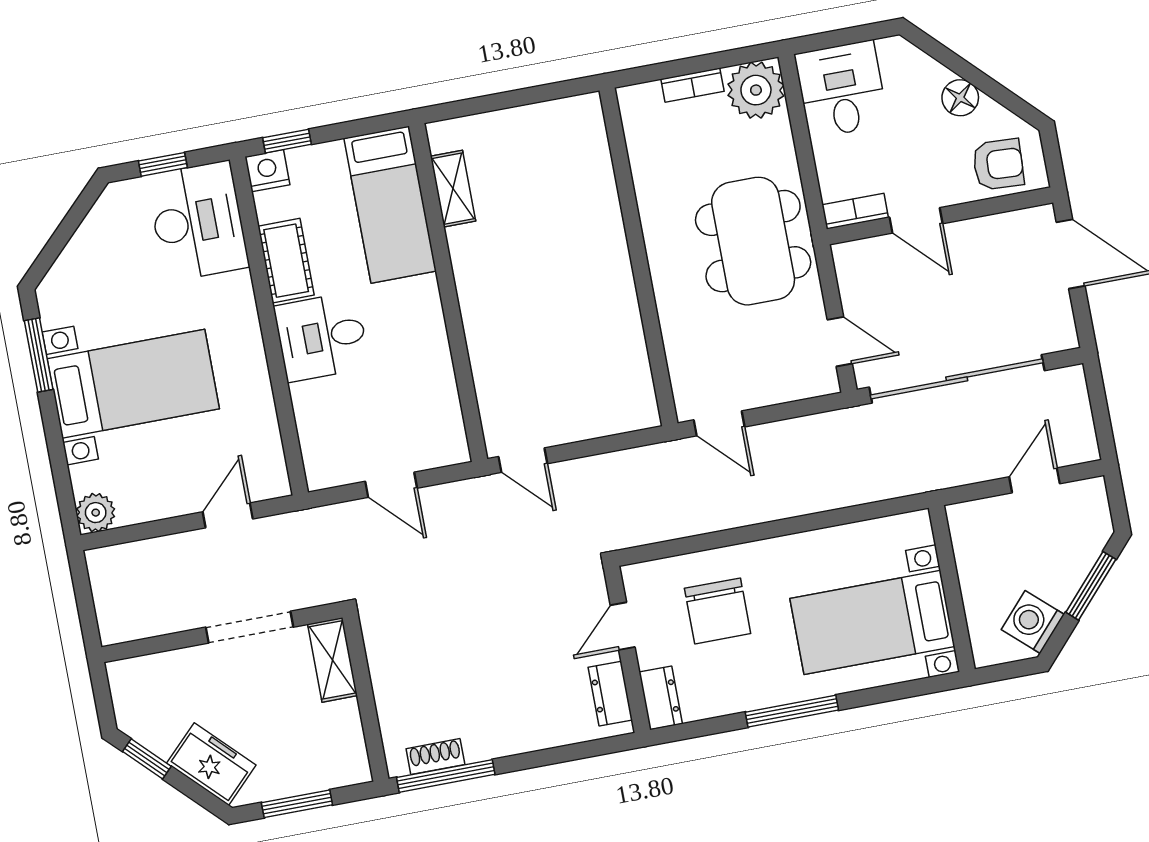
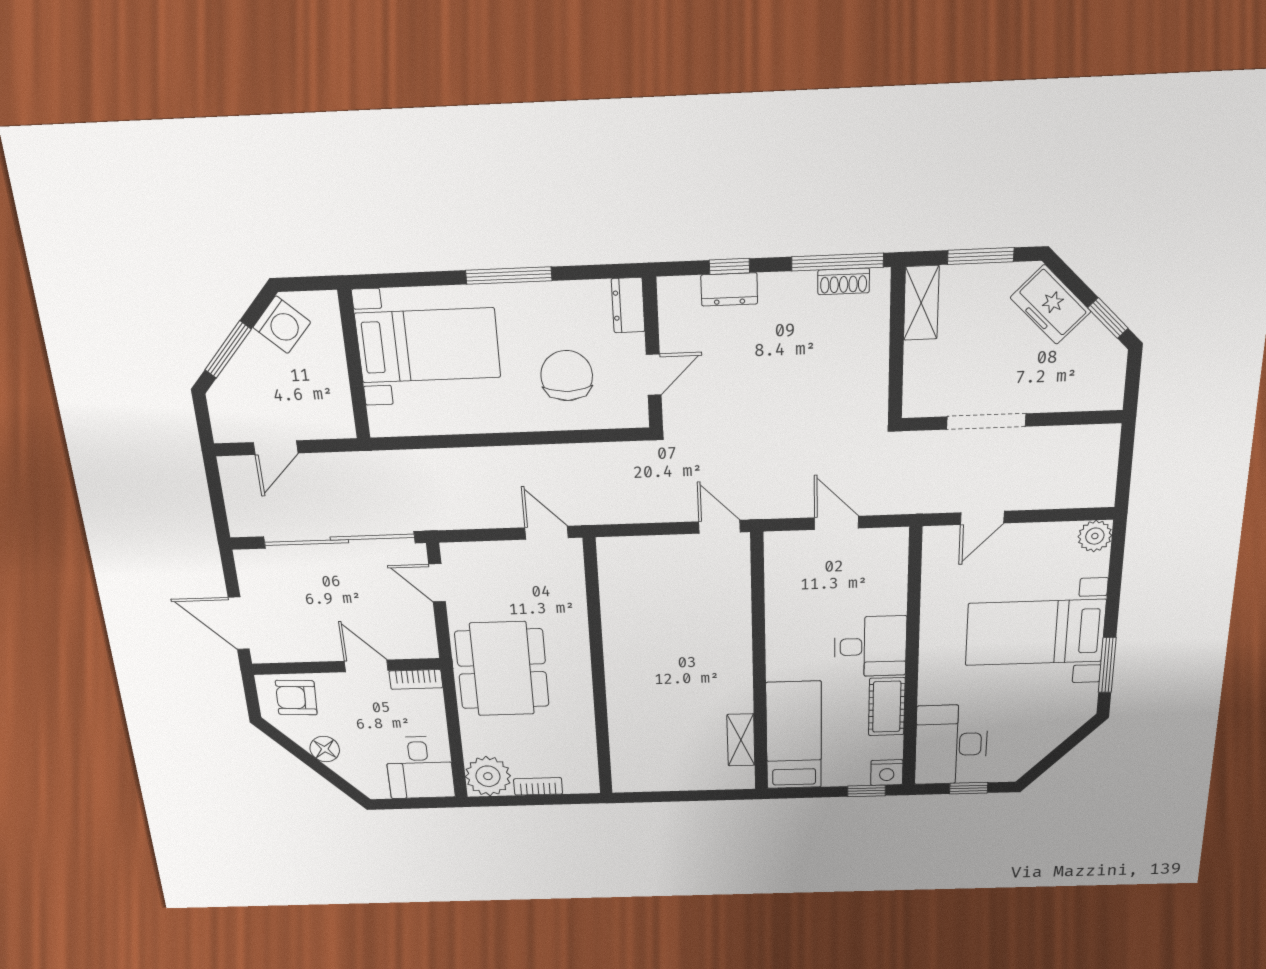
shelving: (332, 660) -> (921, 303), moved
dresser: (610, 694) -> (729, 289), moved, turned 90
window: (559, 755) -> (729, 266), added

